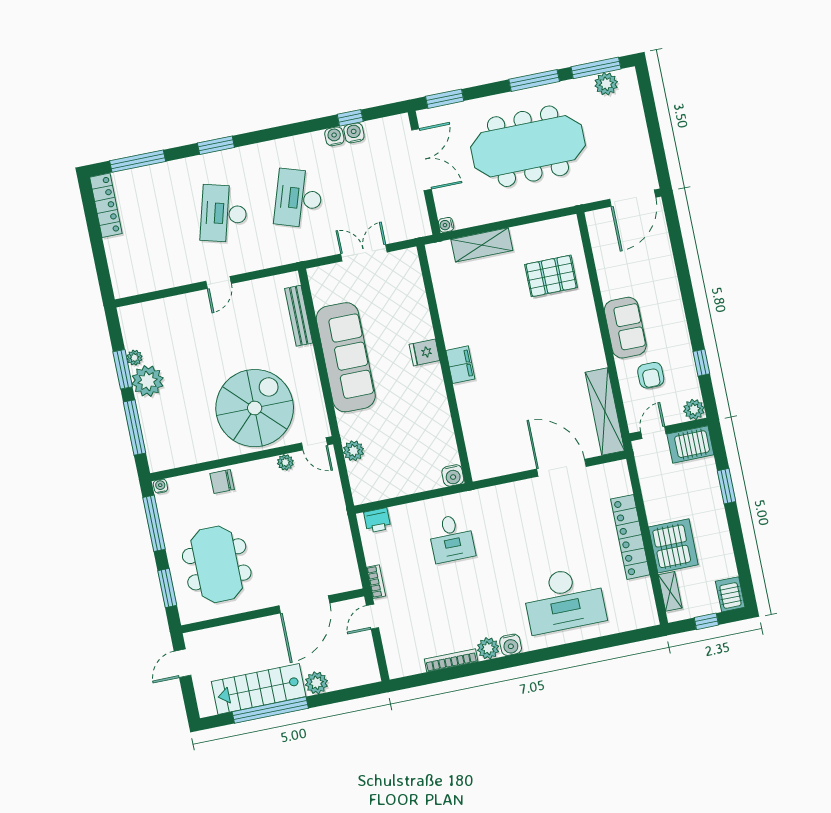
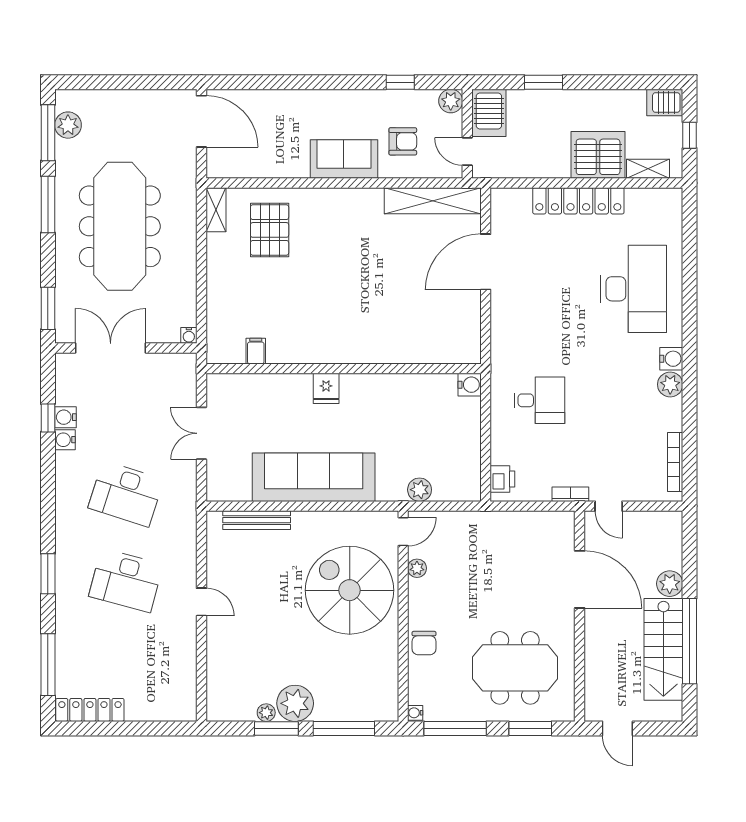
shelving: (482, 245) -> (216, 210), moved, width x0.67, depth x0.75
filing cabinet: (460, 365) -> (256, 351), moved, width x0.50
bookcase: (451, 660) -> (675, 462), moved

